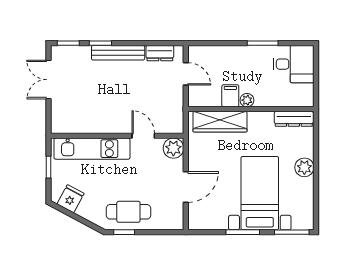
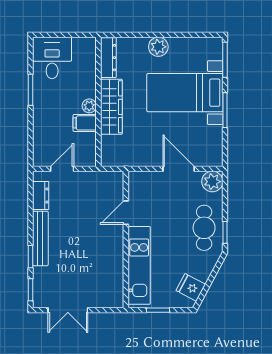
wardrobe: (220, 122) -> (111, 107), moved
plant: (173, 148) -> (212, 182), moved

